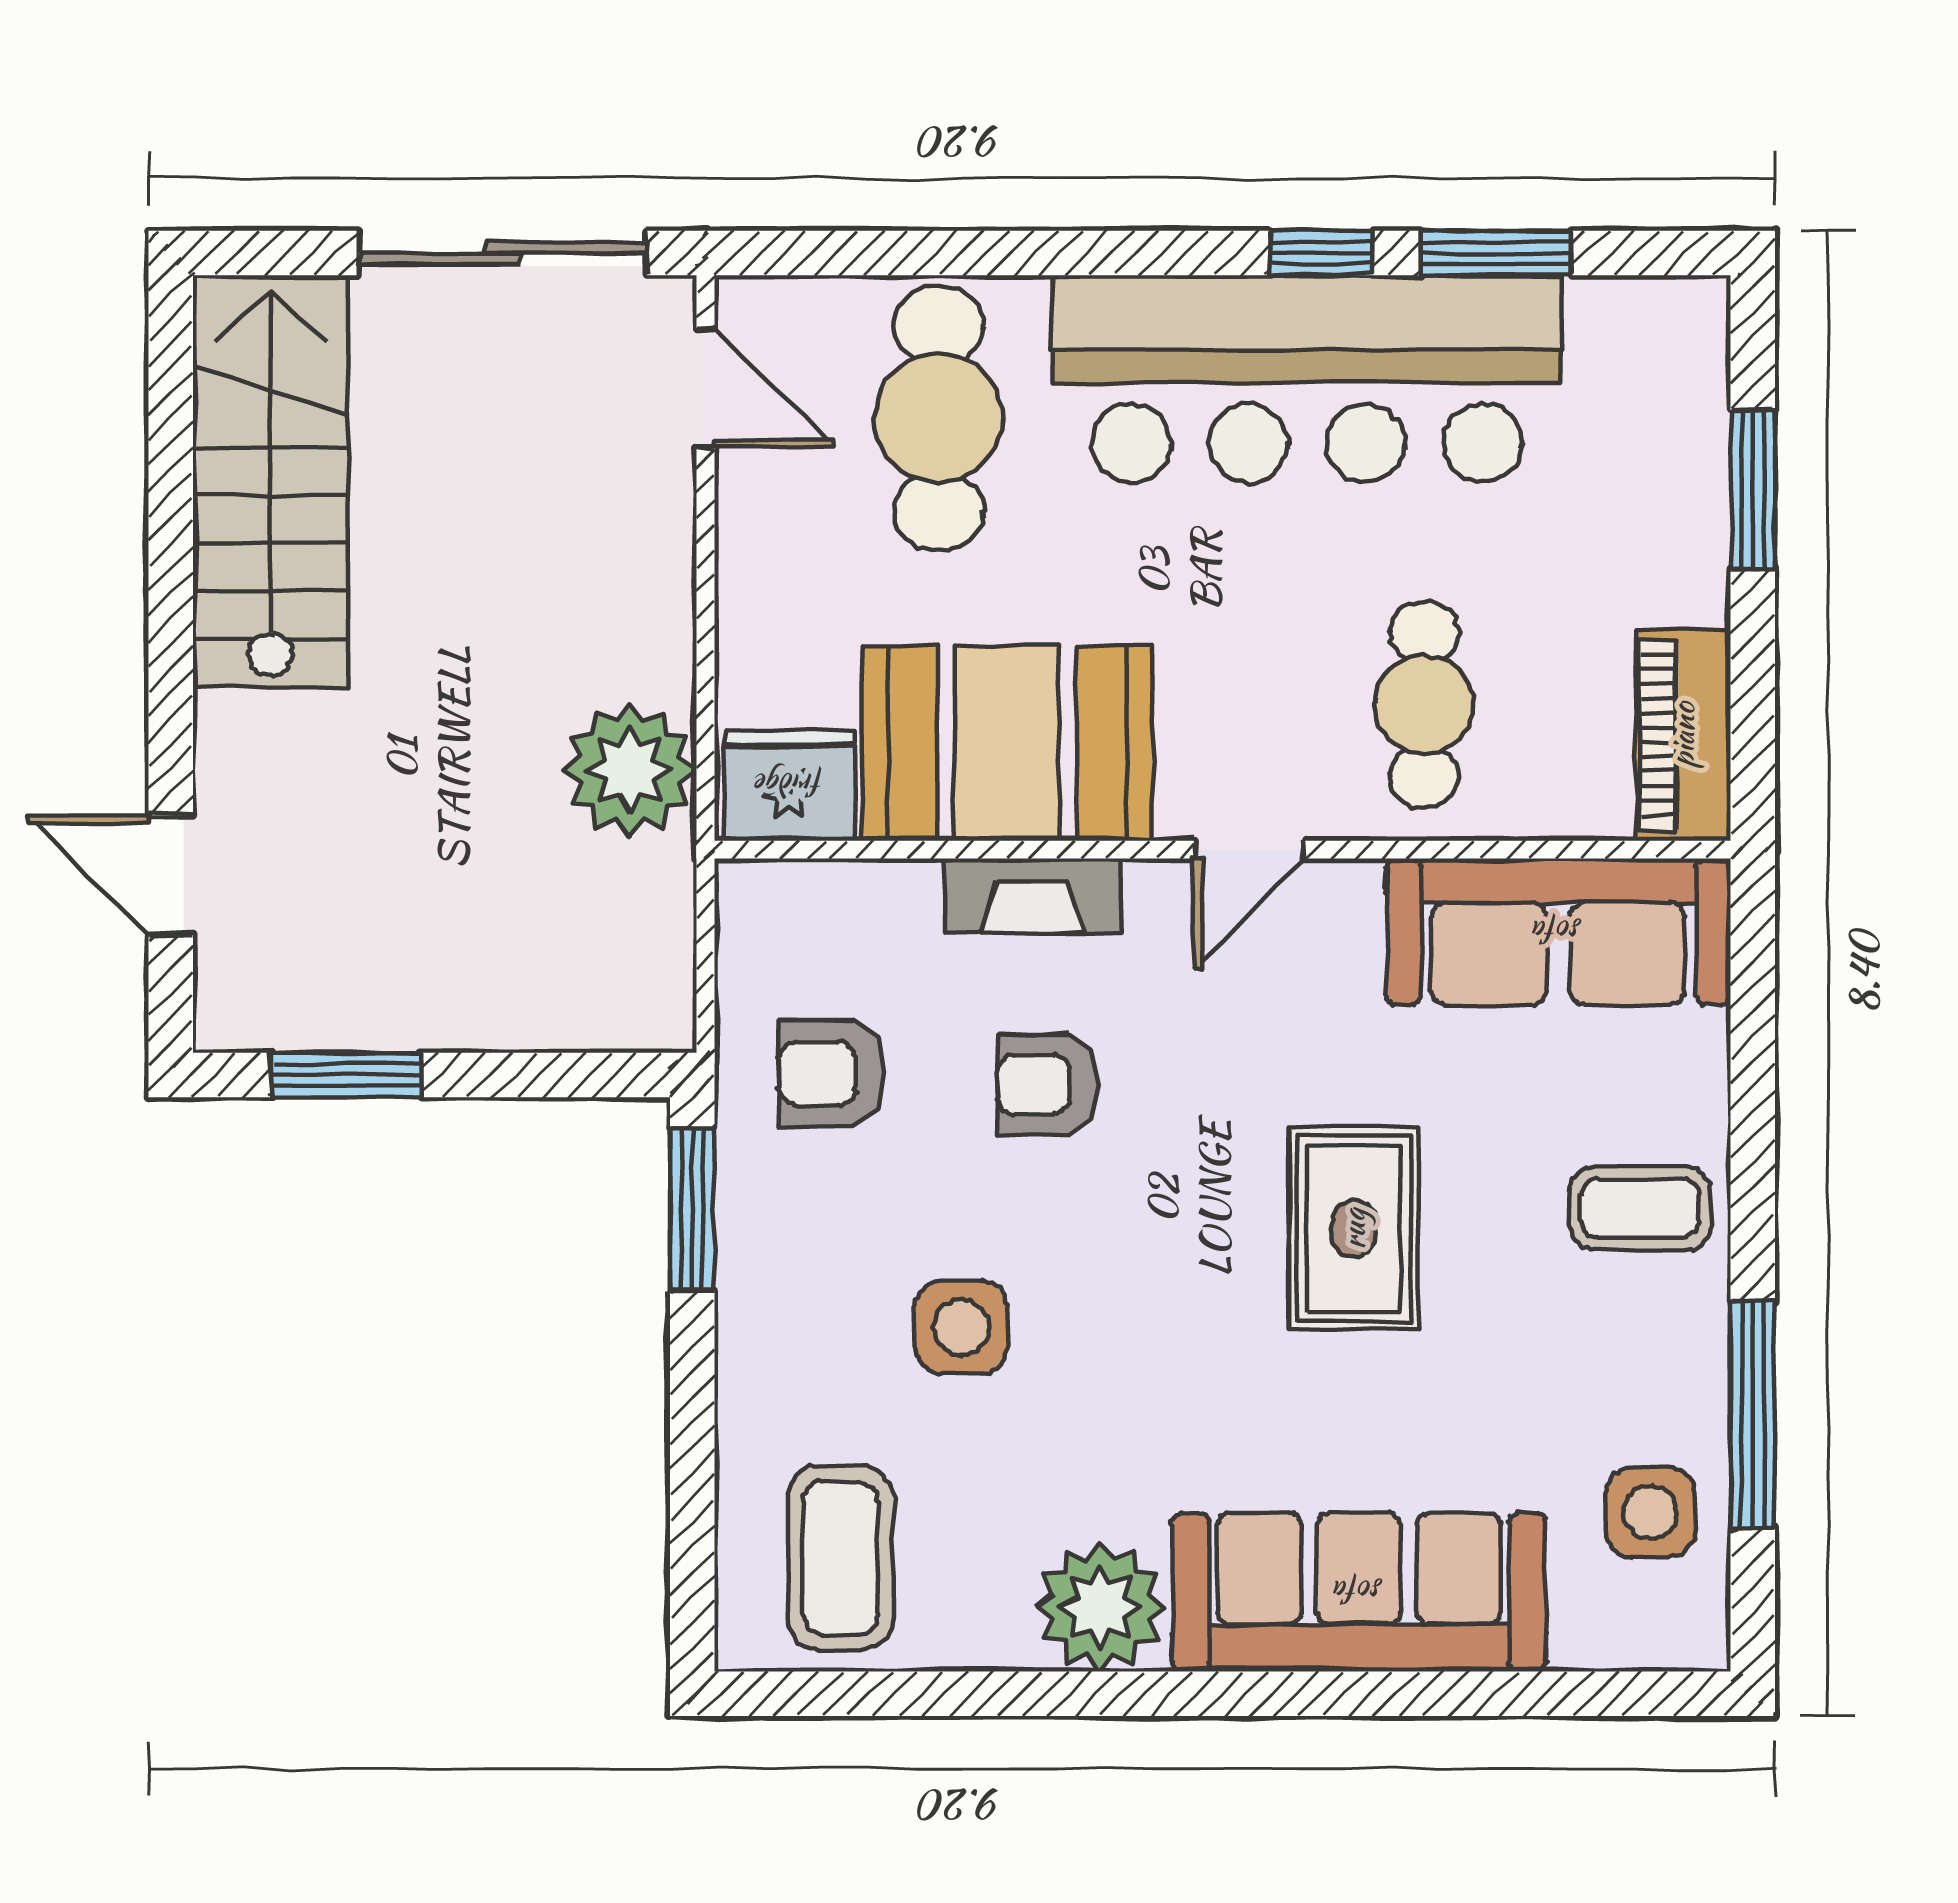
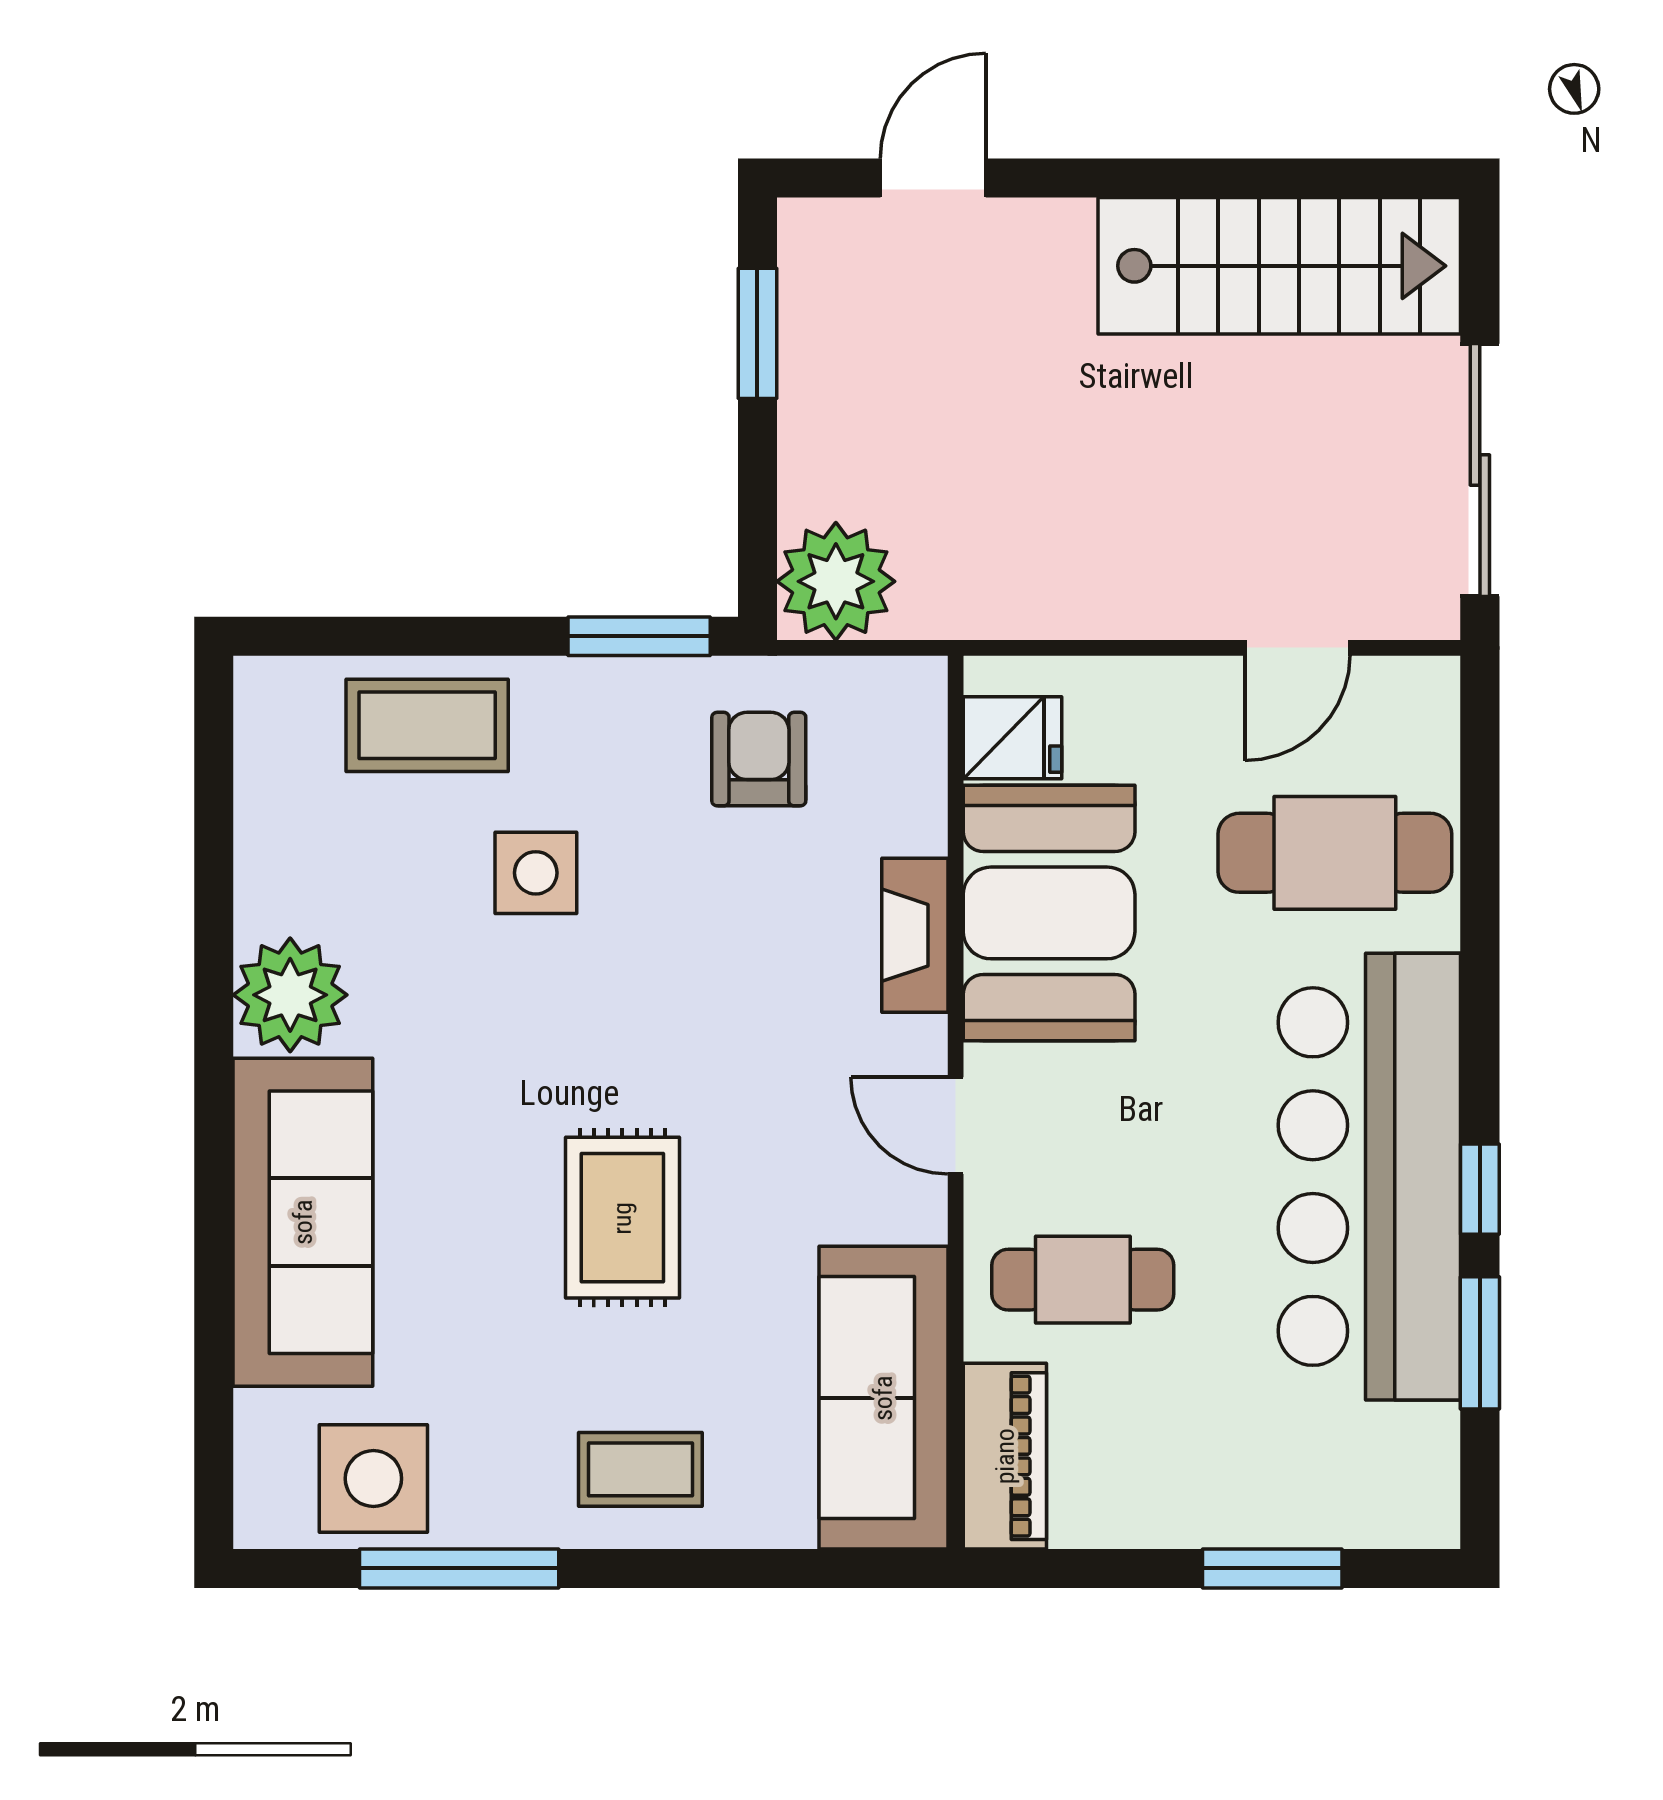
door: (705, 387) -> (1297, 648), moved
piano: (1683, 735) -> (1005, 1456), moved, turned 90
plant: (630, 770) -> (836, 581), moved
fridge: (790, 785) -> (1012, 738), width x0.72
armchair: (1048, 1085) -> (749, 949), removed
coffee table: (1640, 1208) -> (640, 1469), turned 90
rug: (1354, 1229) -> (622, 1218), turned 90
side table: (1650, 1512) -> (373, 1479), width x1.37, depth x1.37
coffee table: (840, 1558) -> (427, 725), moved

